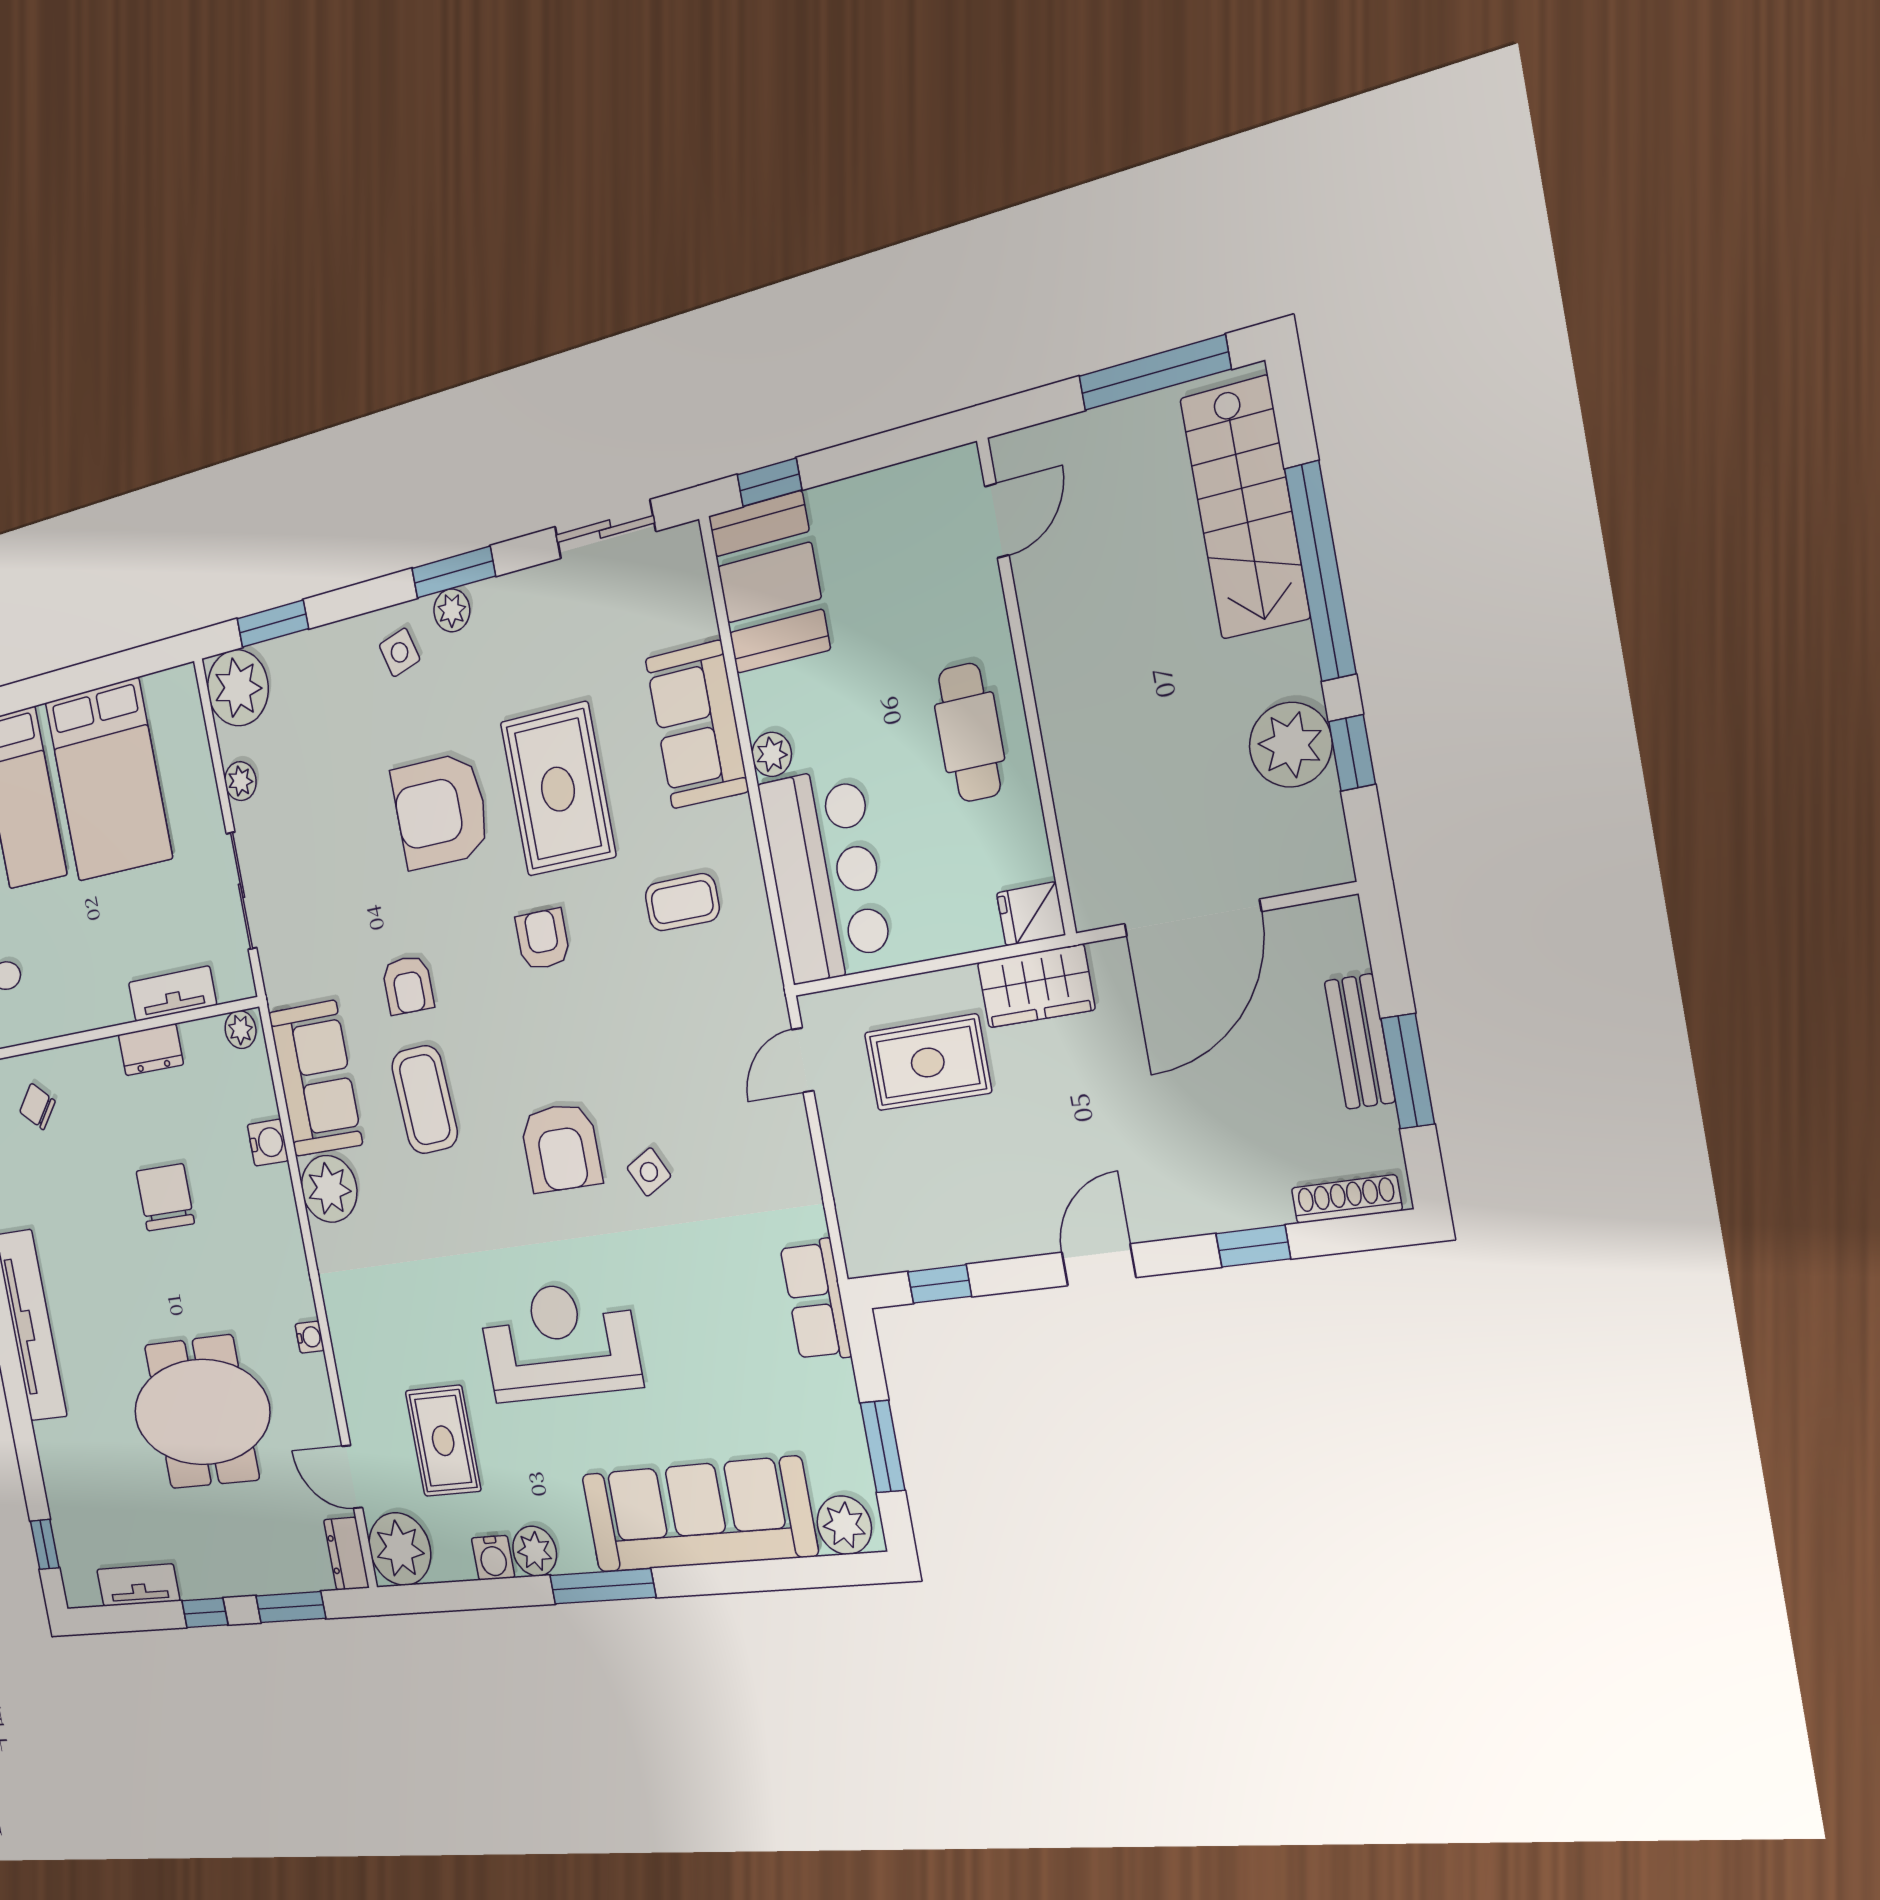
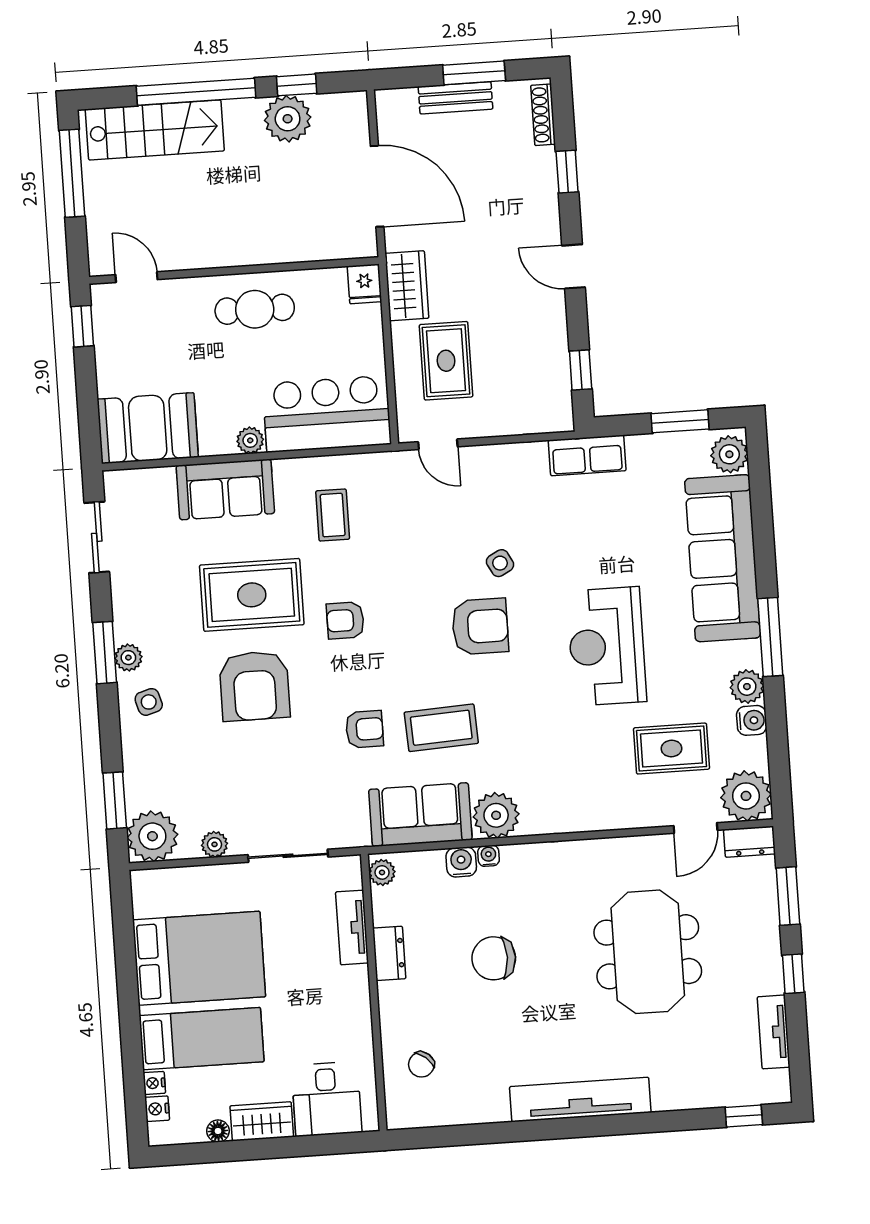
window: (769, 482) -> (82, 326), moved
water cooler: (310, 1337) -> (489, 856), moved

